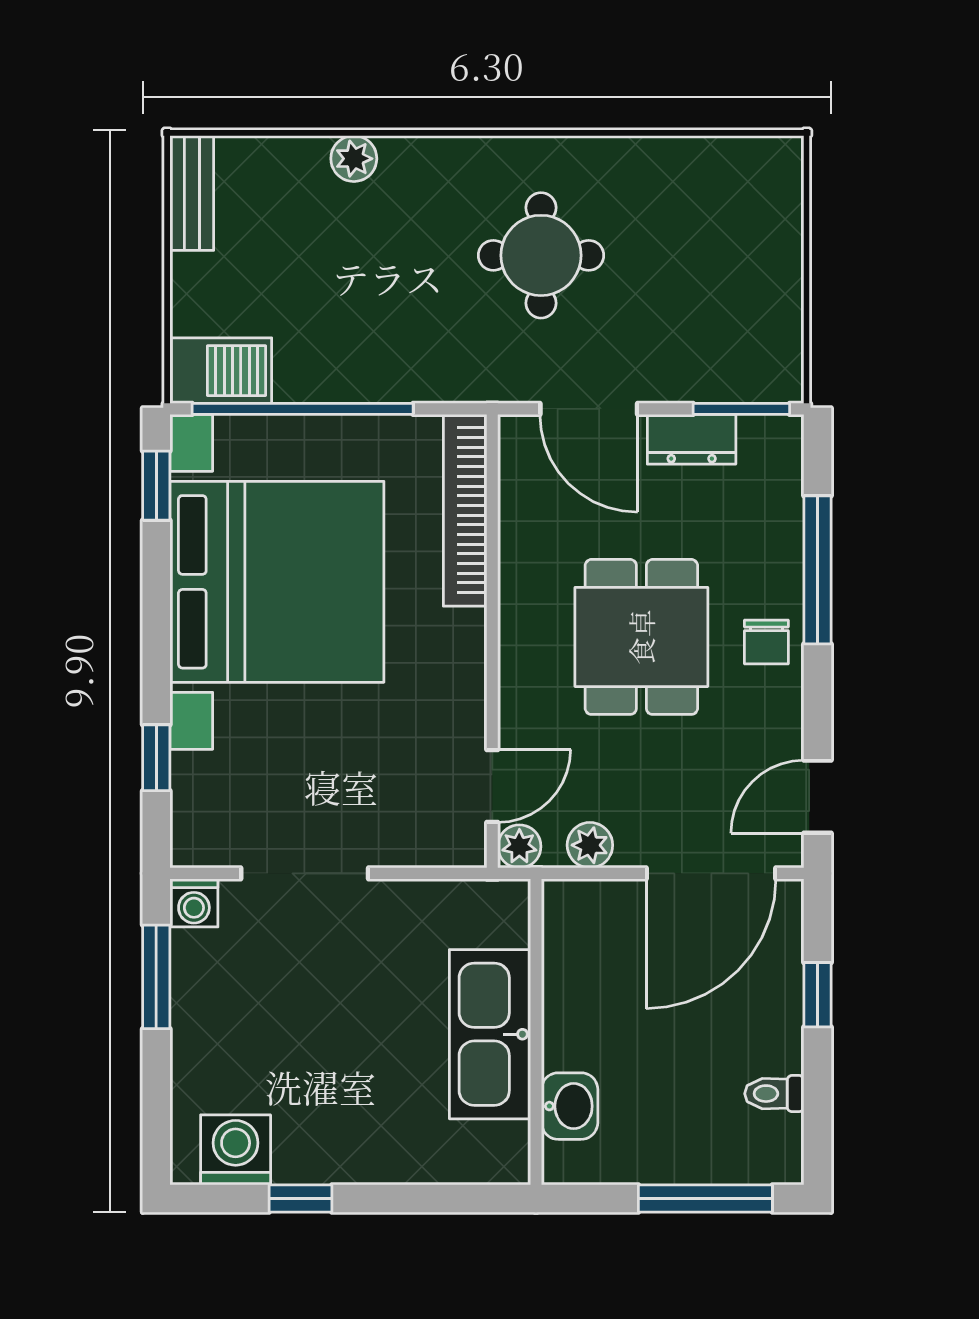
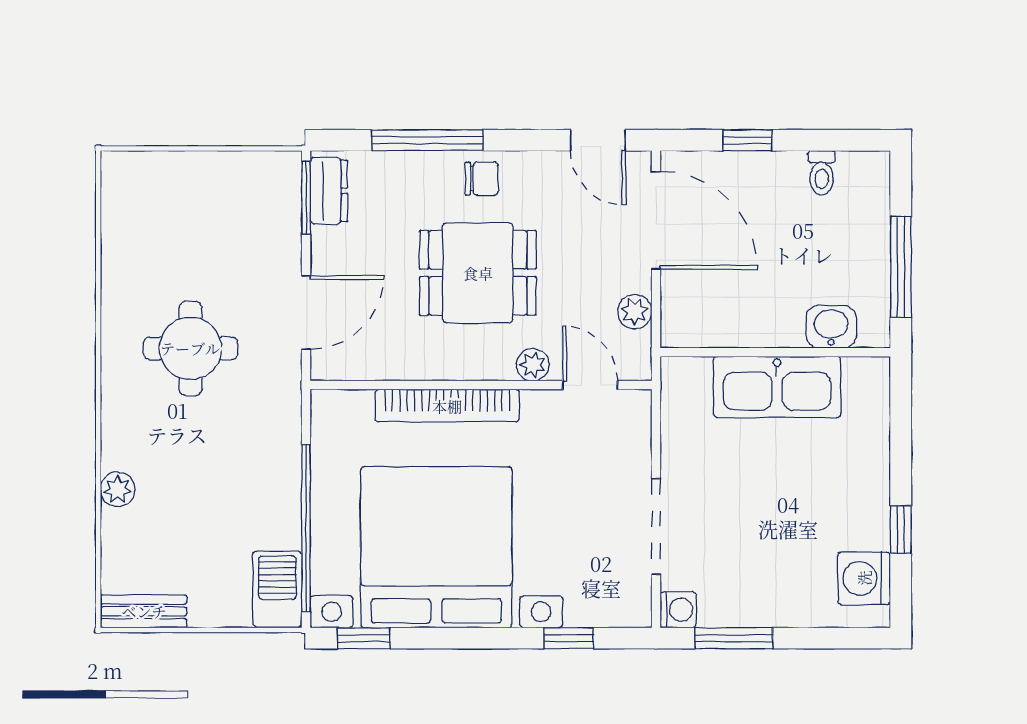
dresser: (692, 439) -> (329, 191), moved
bookcase: (465, 510) -> (447, 406), moved
plant: (519, 846) -> (533, 365), moved
window: (705, 1199) -> (901, 267), moved

